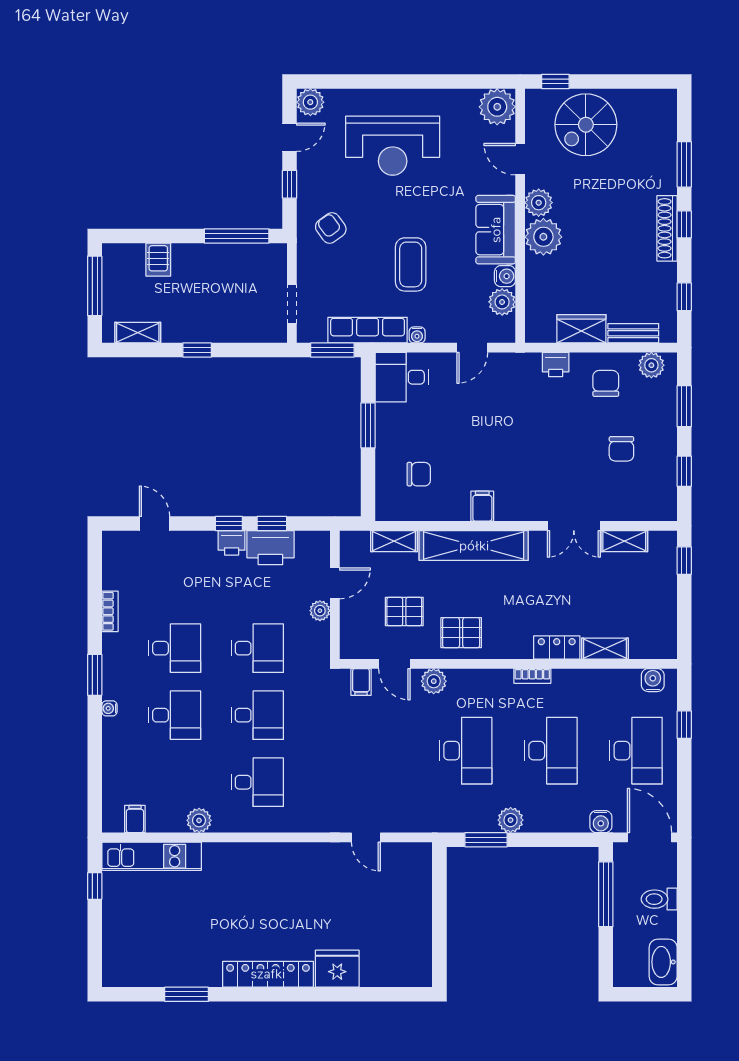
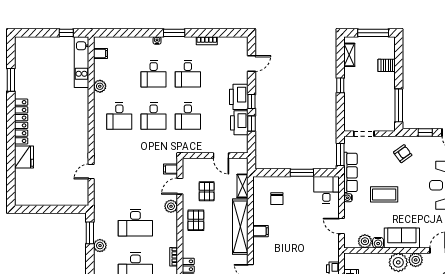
printer: (232, 543) -> (239, 97), width x1.87, depth x1.48
plant: (320, 611) -> (207, 148), removed

